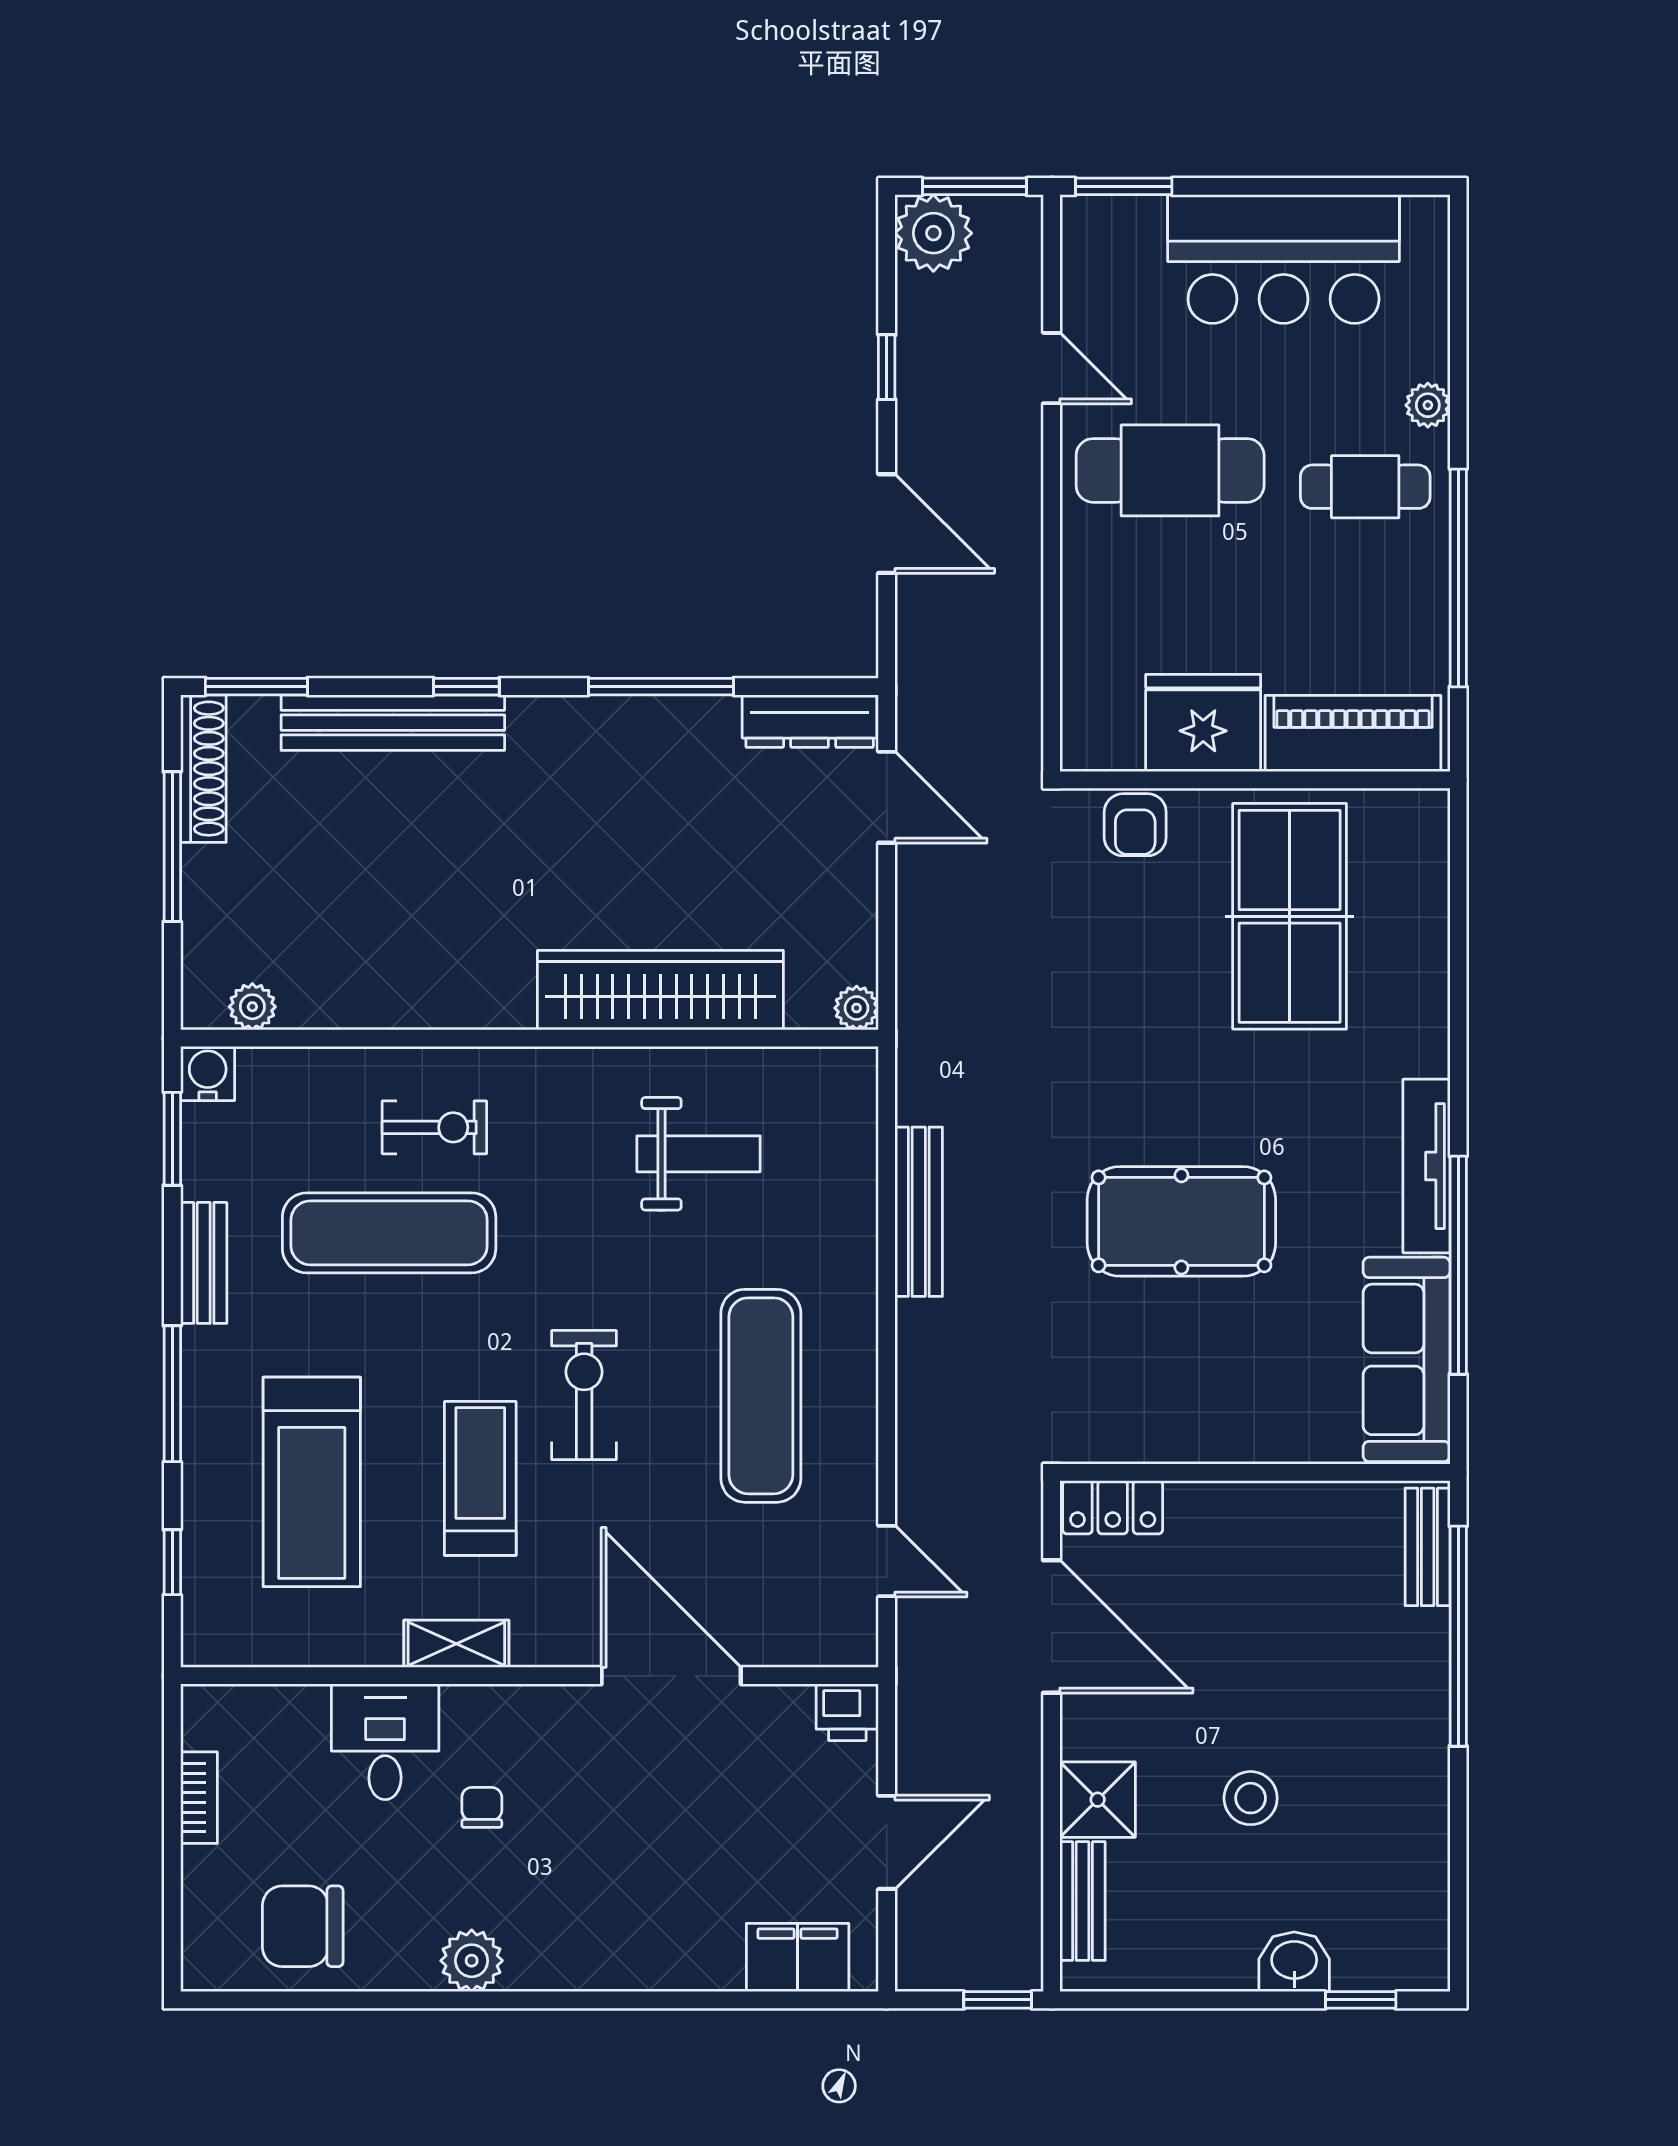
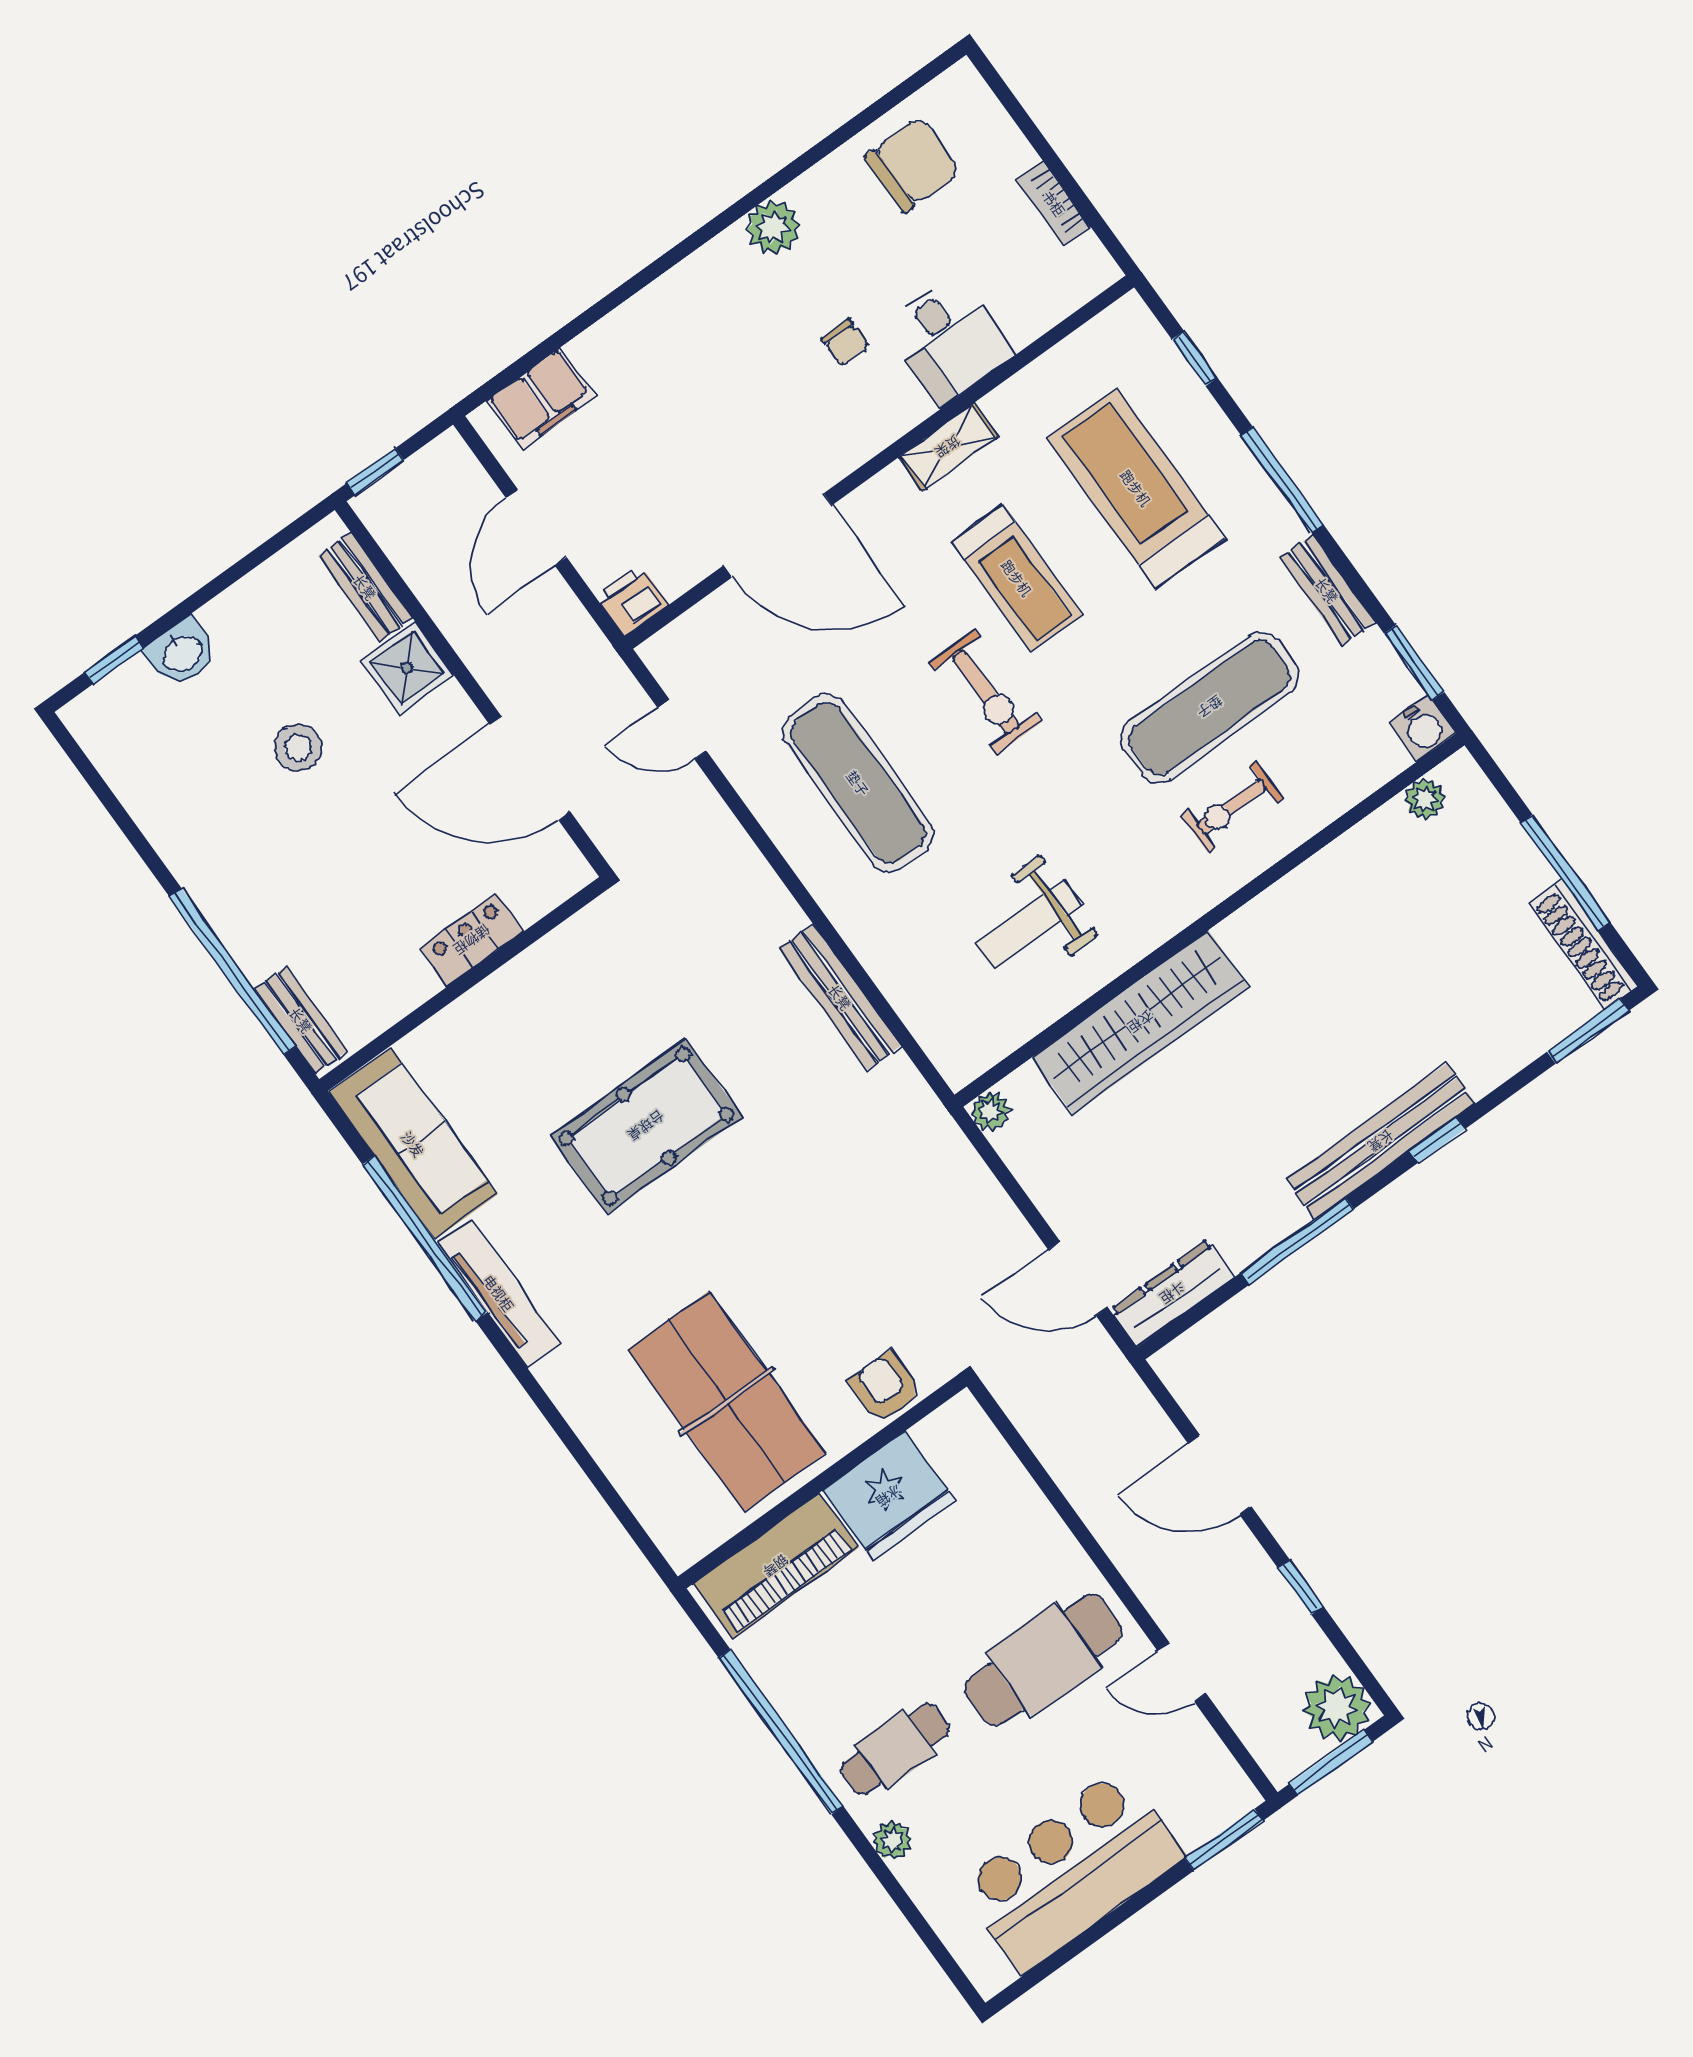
bench: (393, 723) -> (1381, 1141), moved
locker: (1113, 1507) -> (472, 940), moved

